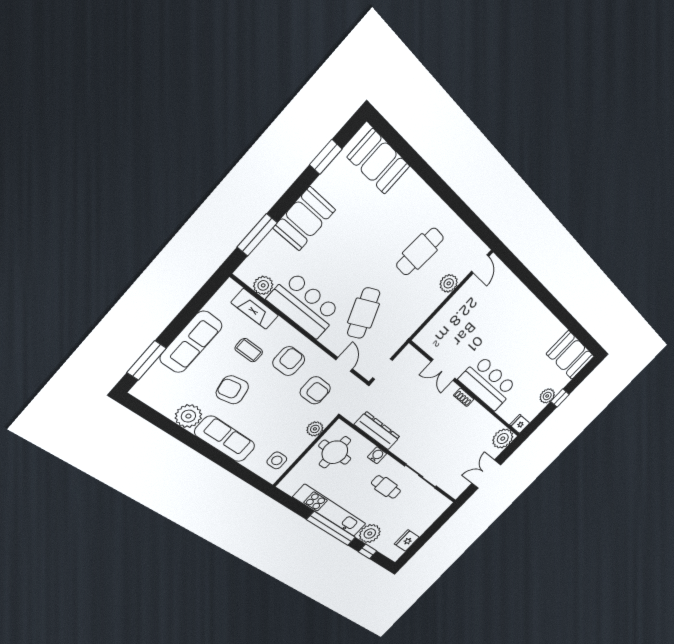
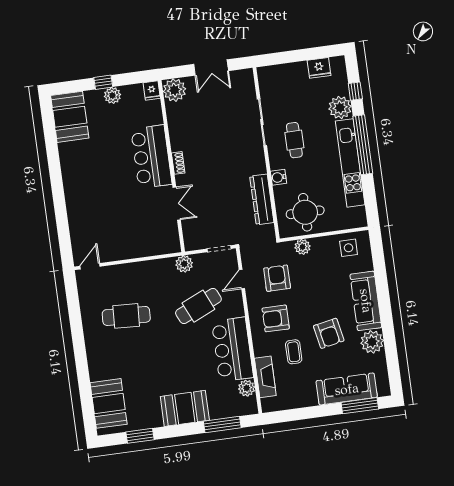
plant: (449, 283) -> (184, 264), moved
sofa: (191, 342) -> (347, 389), moved

